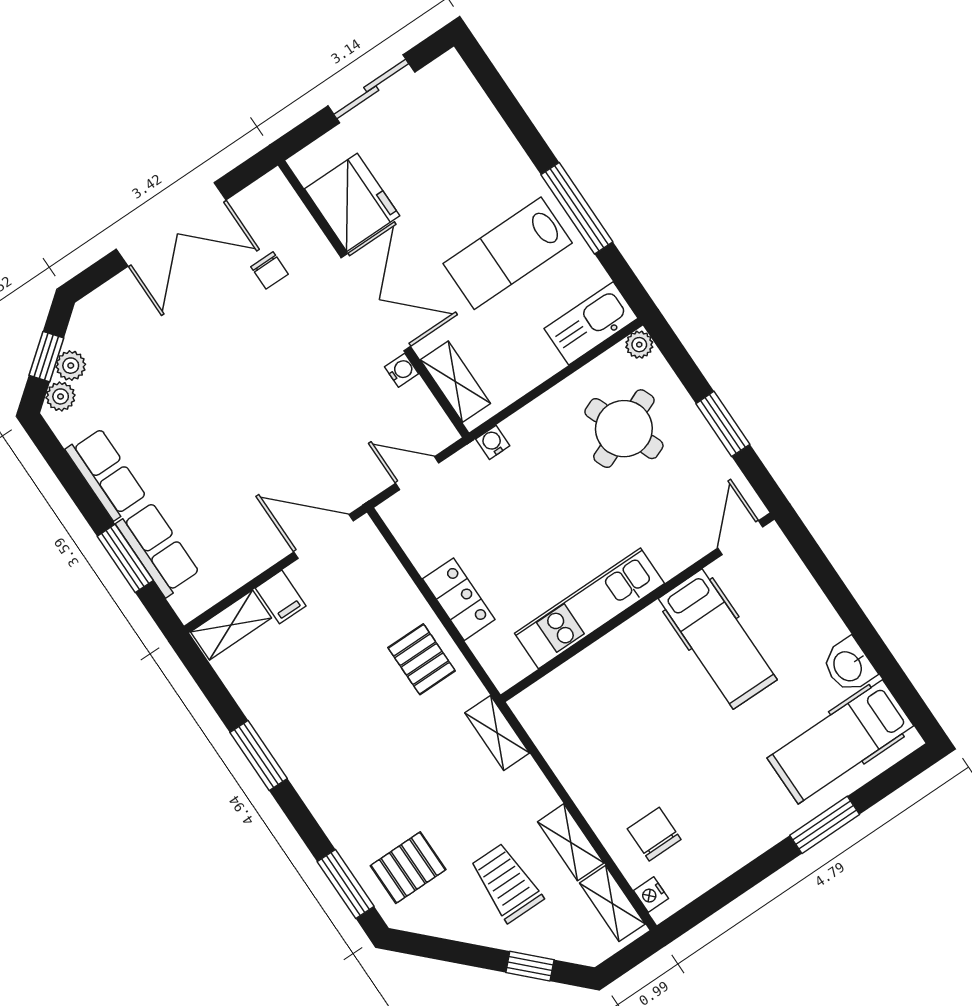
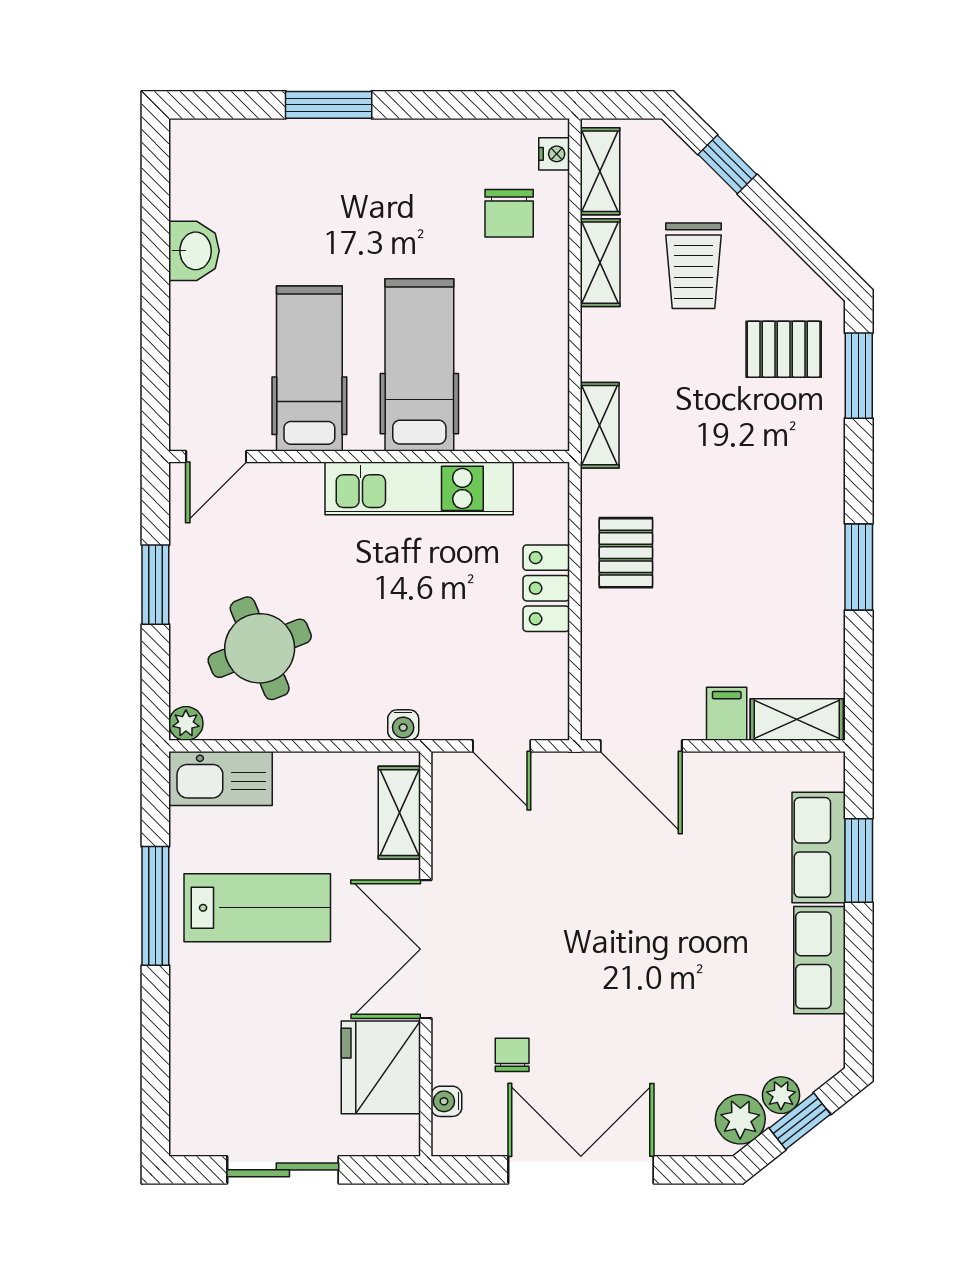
water cooler: (402, 370) -> (446, 1101), moved
plant: (61, 396) -> (740, 1119), moved, width x1.38, depth x1.38
hospital bed: (840, 742) -> (419, 365), moved, turned -90

